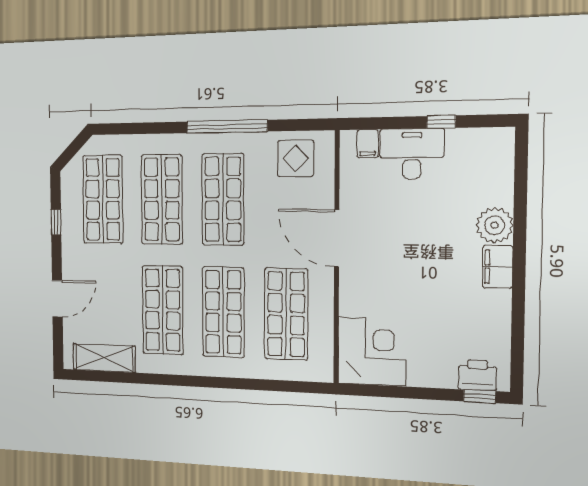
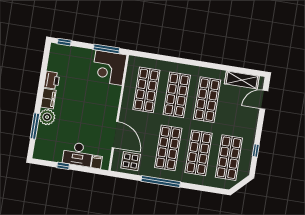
window: (520, 201) -> (35, 126), added
door: (337, 238) -> (115, 135), moved
door: (57, 299) -> (264, 100), moved
printer: (477, 375) -> (52, 80), moved, turned -90
window: (384, 391) -> (106, 49), added

